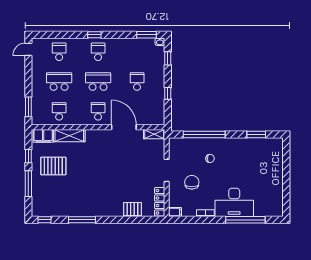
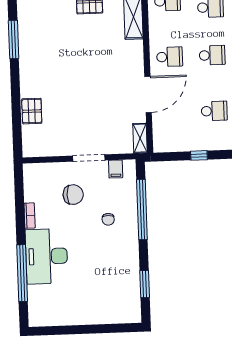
school desk: (98, 82) -> (212, 55), width x0.54
locker: (160, 202) -> (43, 150), removed
filing cabinet: (175, 212) -> (116, 169), moved

